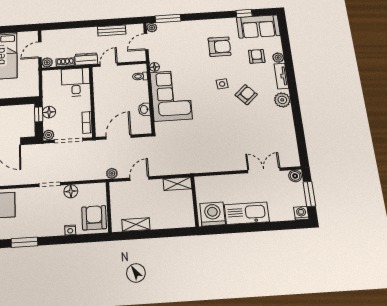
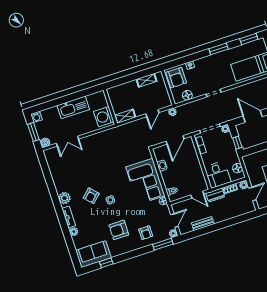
armchair: (257, 56) -> (146, 233), moved
door: (109, 65) -> (197, 195), hinge flipped
floor lamp: (49, 112) -> (237, 168), moved
floor lamp: (71, 191) -> (187, 95), moved
washing machine: (213, 214) -> (104, 117), moved, turned 90

